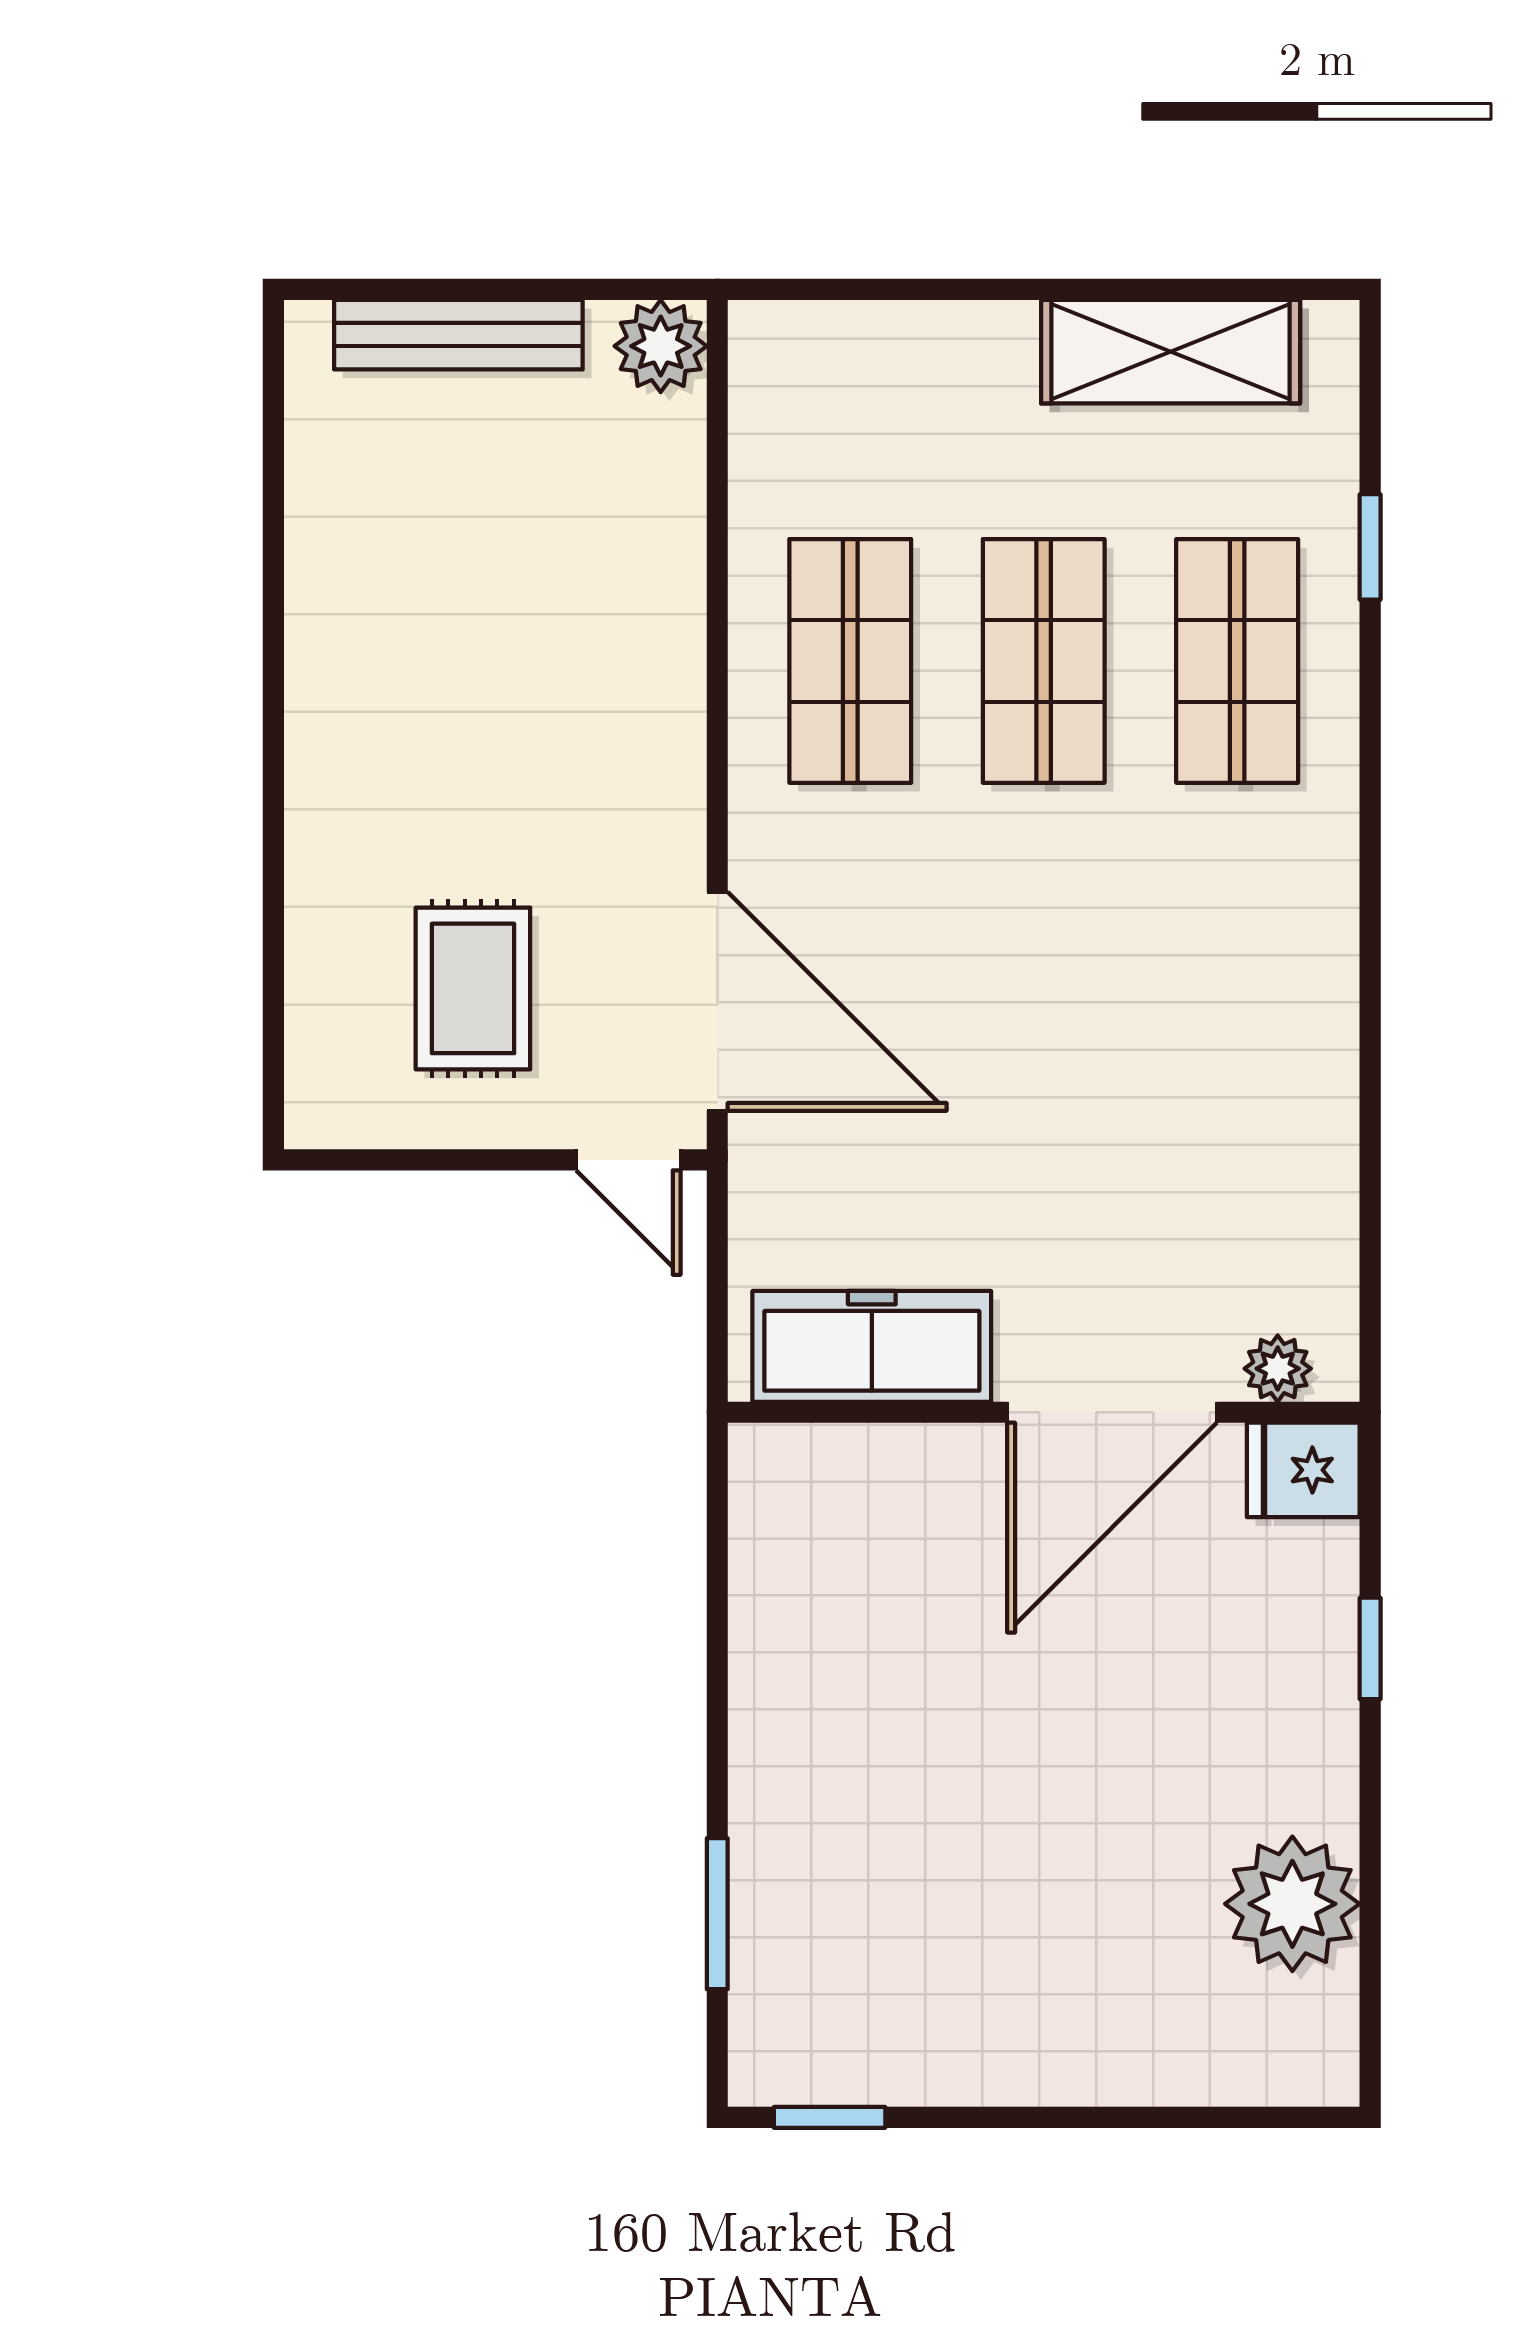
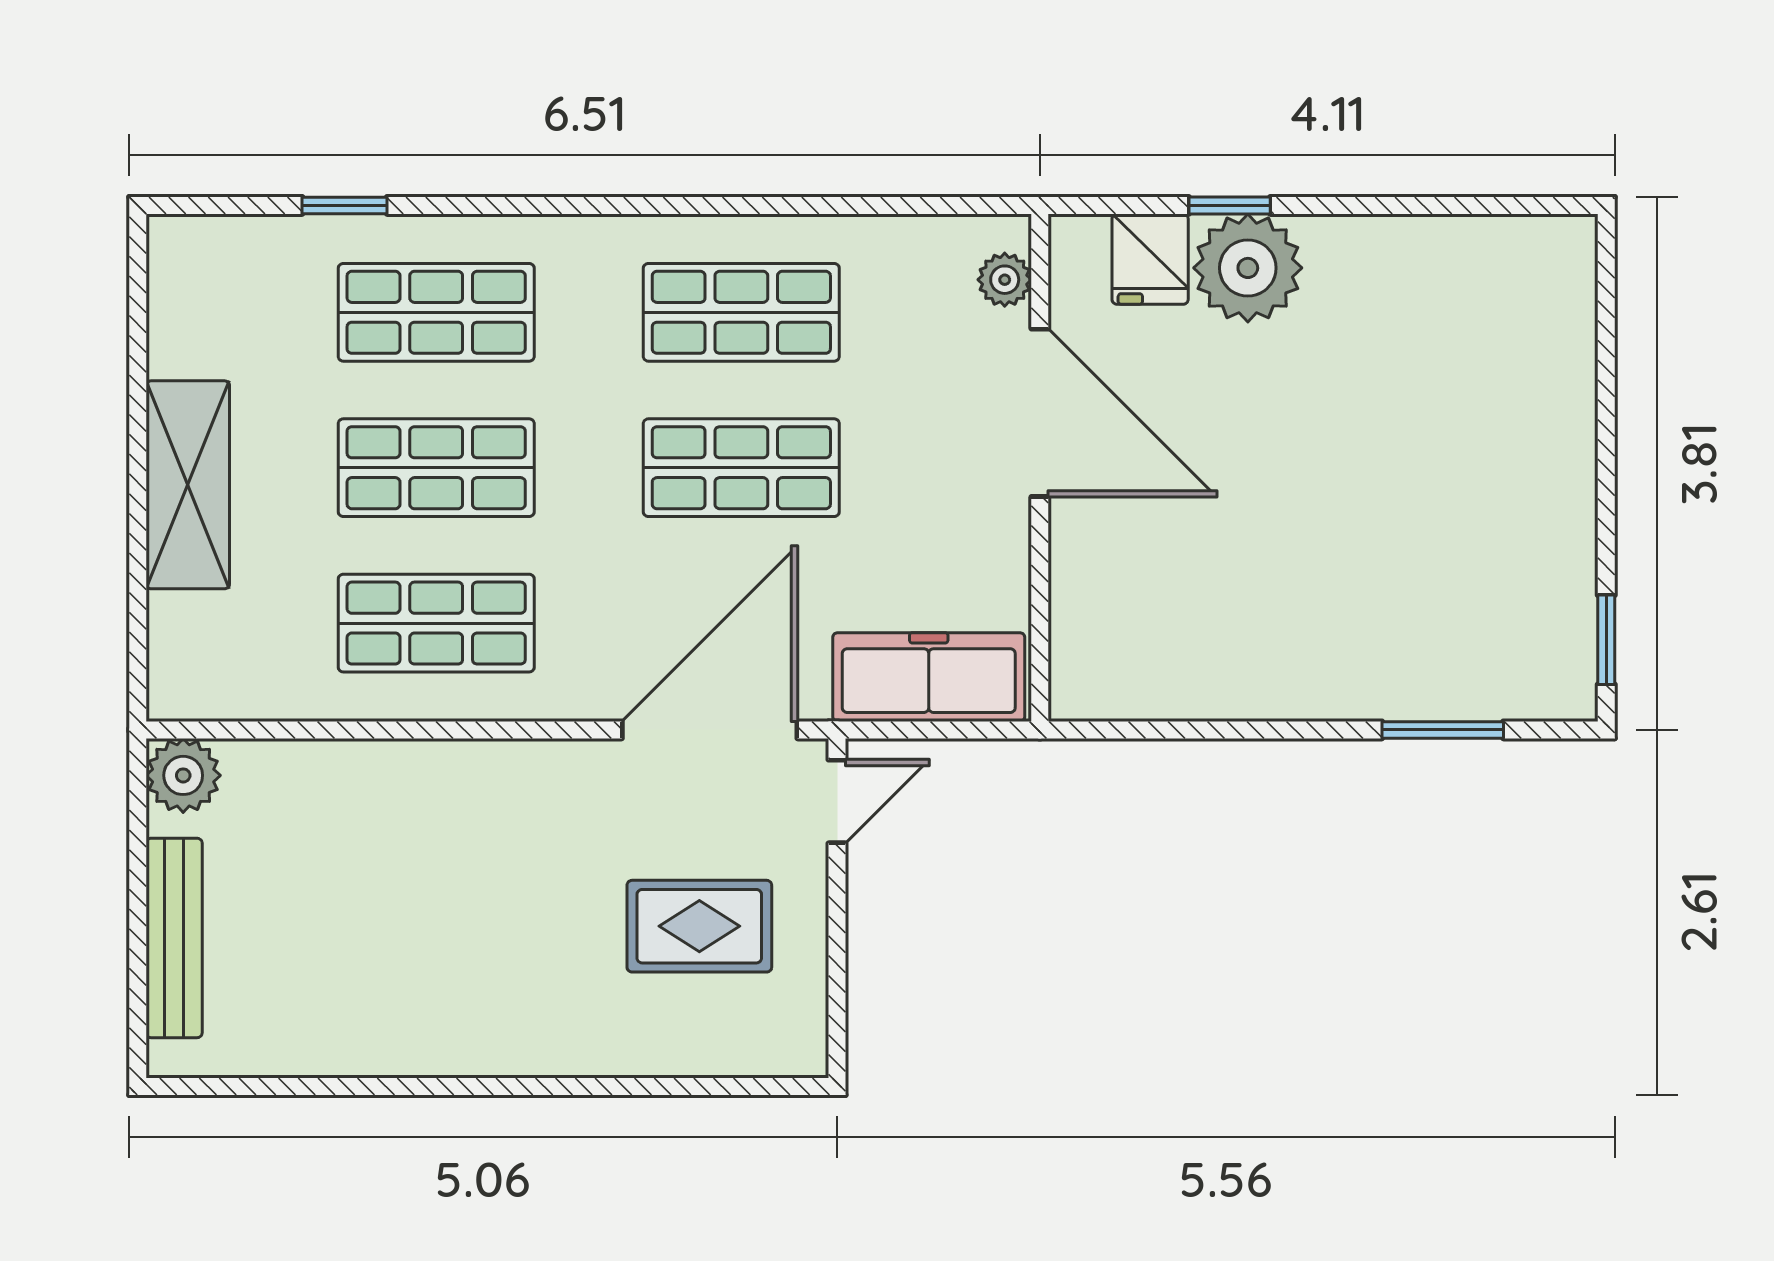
shelving: (1171, 352) -> (188, 485), moved
shop shelf: (1044, 1041) -> (741, 468), added
shop shelf: (1237, 1041) -> (741, 312), added
freezer: (872, 1346) -> (929, 677), moved, turned 90
fridge: (1303, 1470) -> (1150, 259), moved
plant: (1292, 1904) -> (1248, 268), moved

